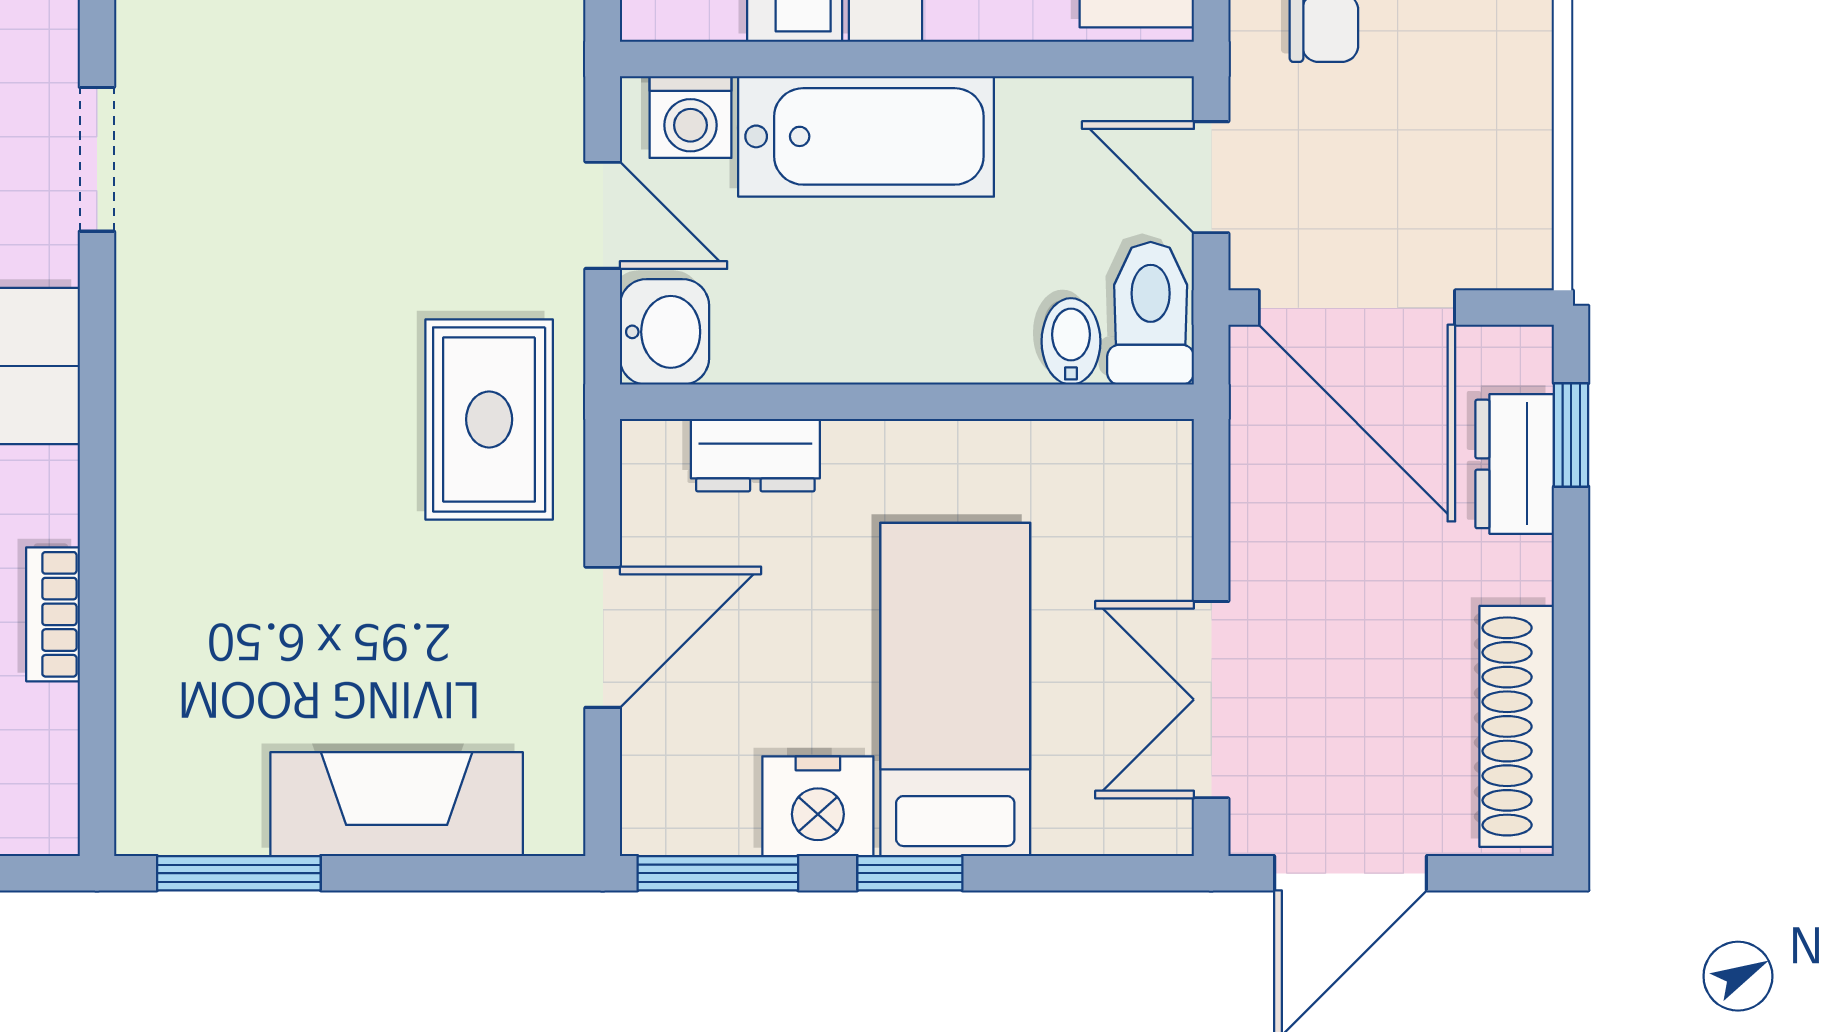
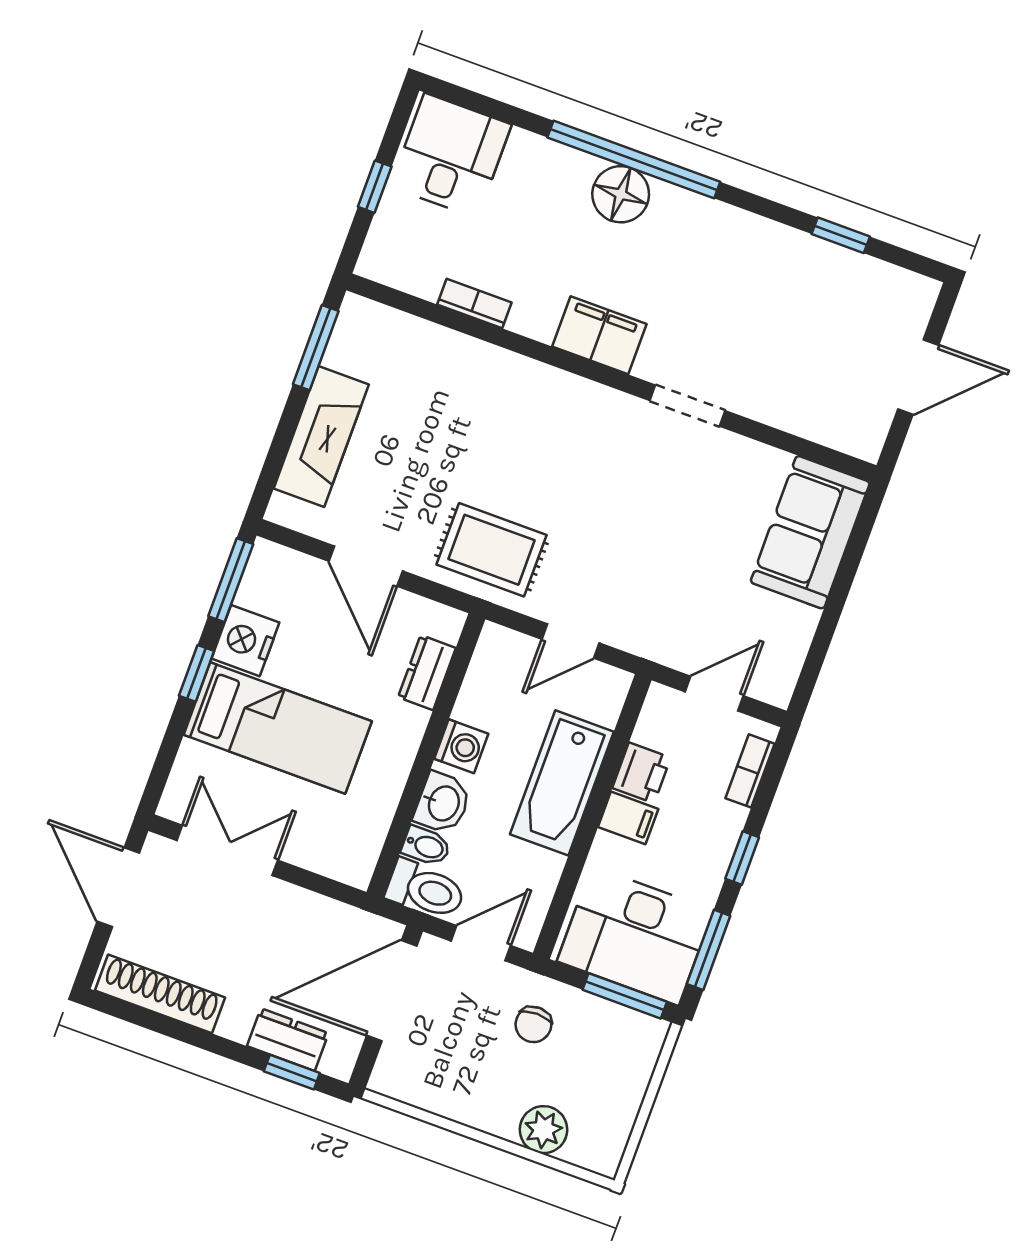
washing machine: (691, 117) -> (461, 746), moved, turned 180
washbasin: (664, 332) -> (443, 803), moved, turned -90

